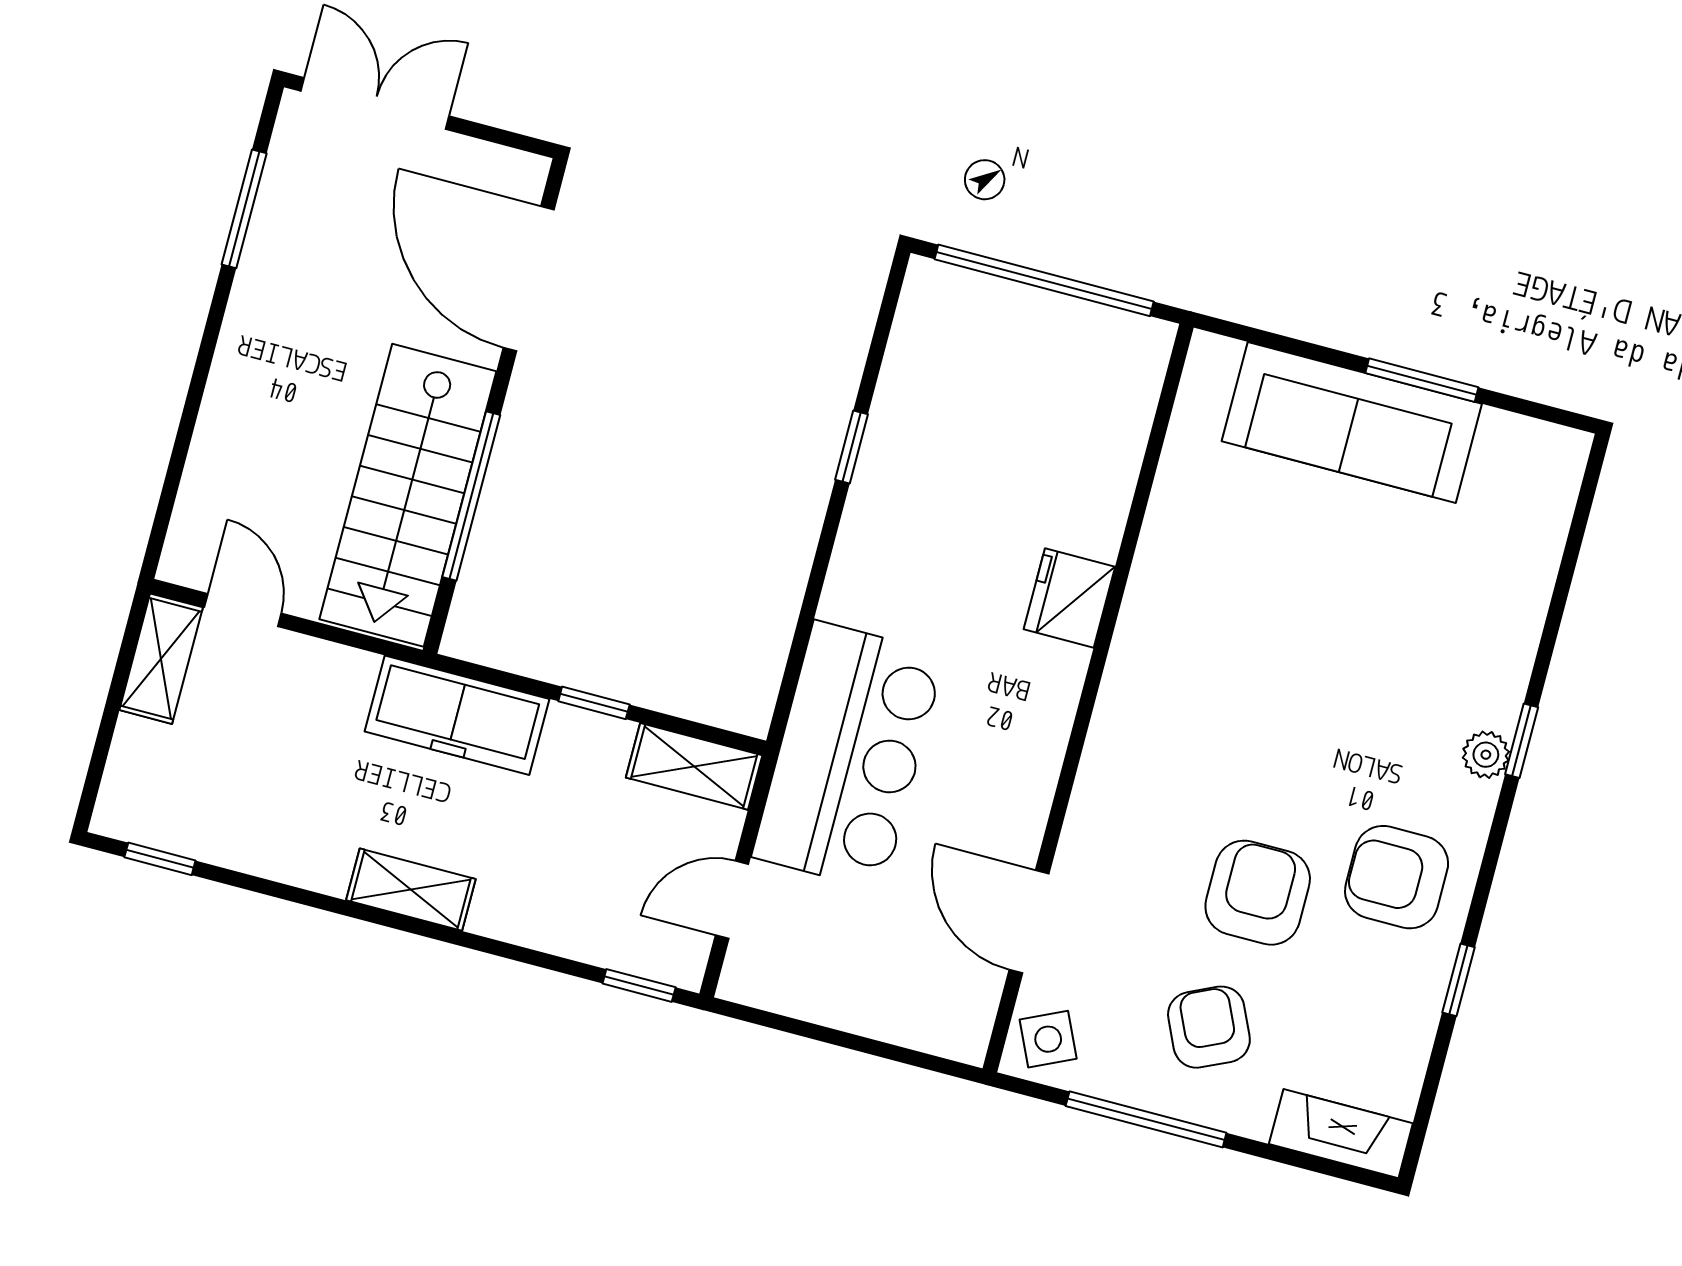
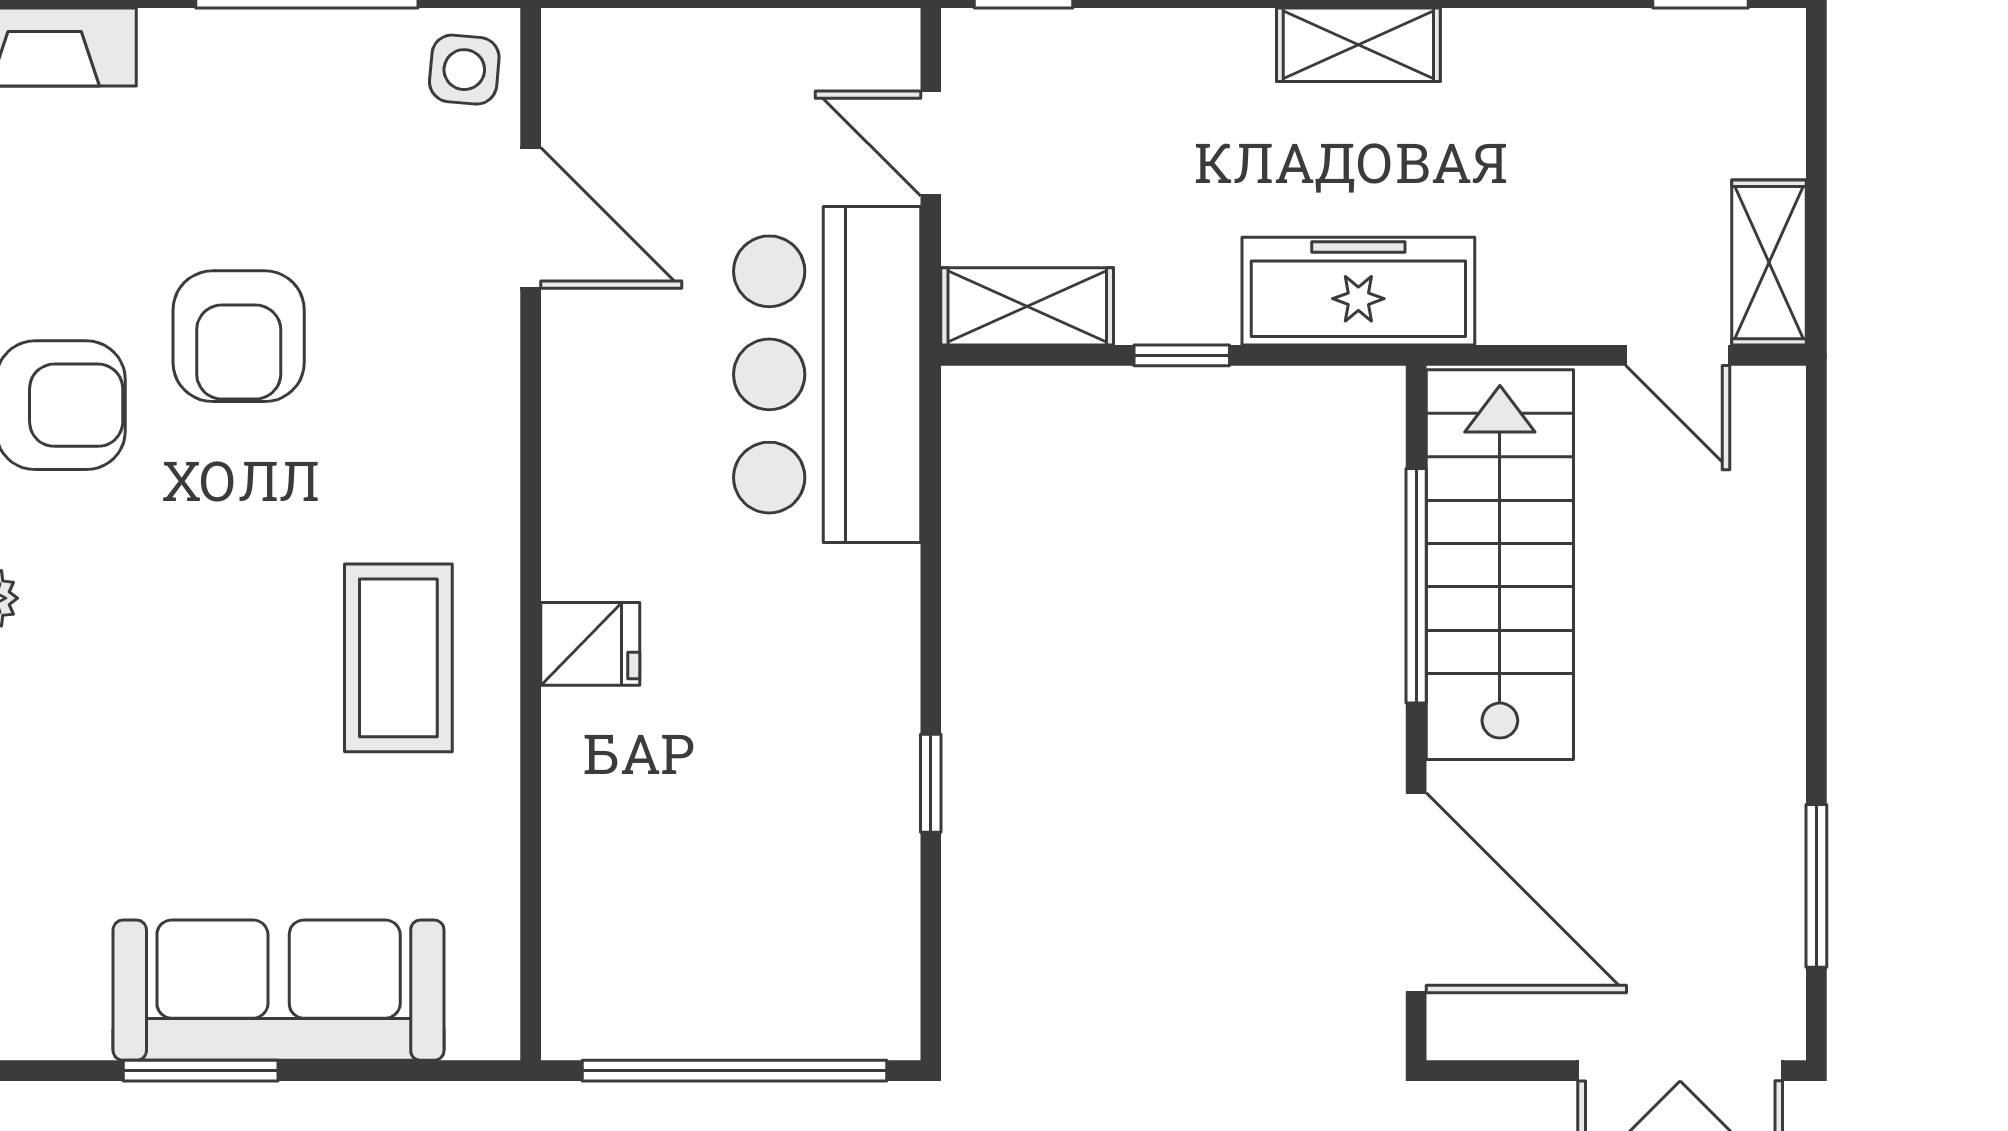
fridge: (1069, 598) -> (590, 644), width x0.72
coffee table: (1205, 635) -> (398, 658), added
door: (732, 900) -> (931, 143), swing flipped
armchair: (1209, 1027) -> (256, 142), removed
side table: (1048, 1039) -> (464, 70), turned 30

